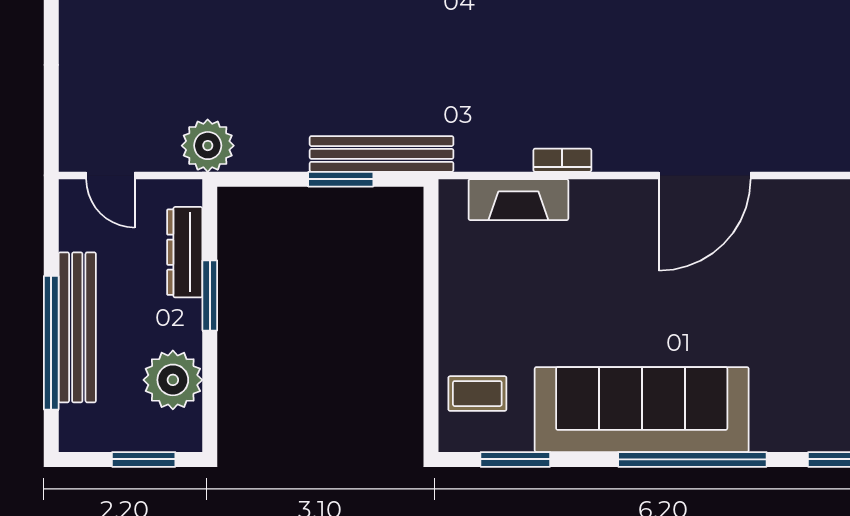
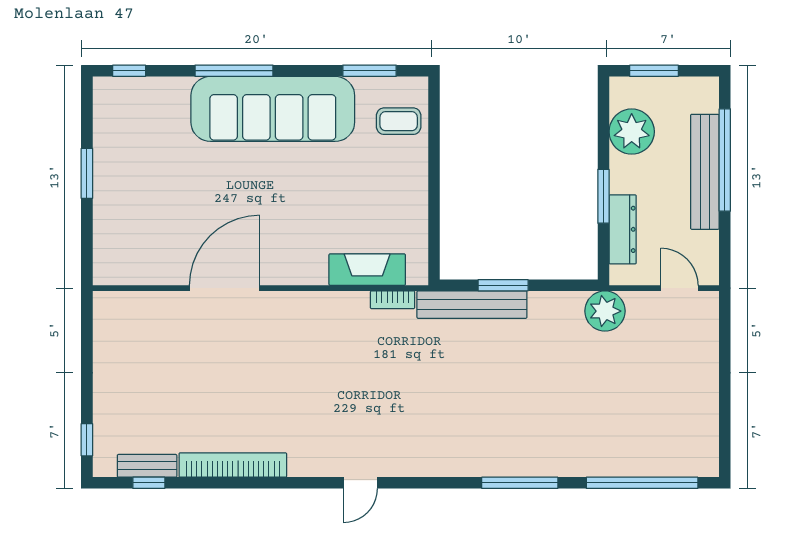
bookcase: (562, 160) -> (393, 300), moved
window: (692, 459) -> (234, 71), width x0.68

